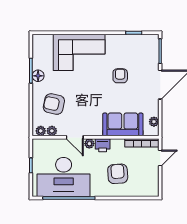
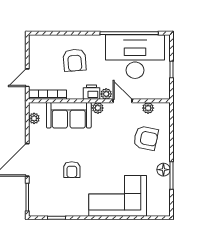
plant: (41, 131) -> (98, 108), moved

